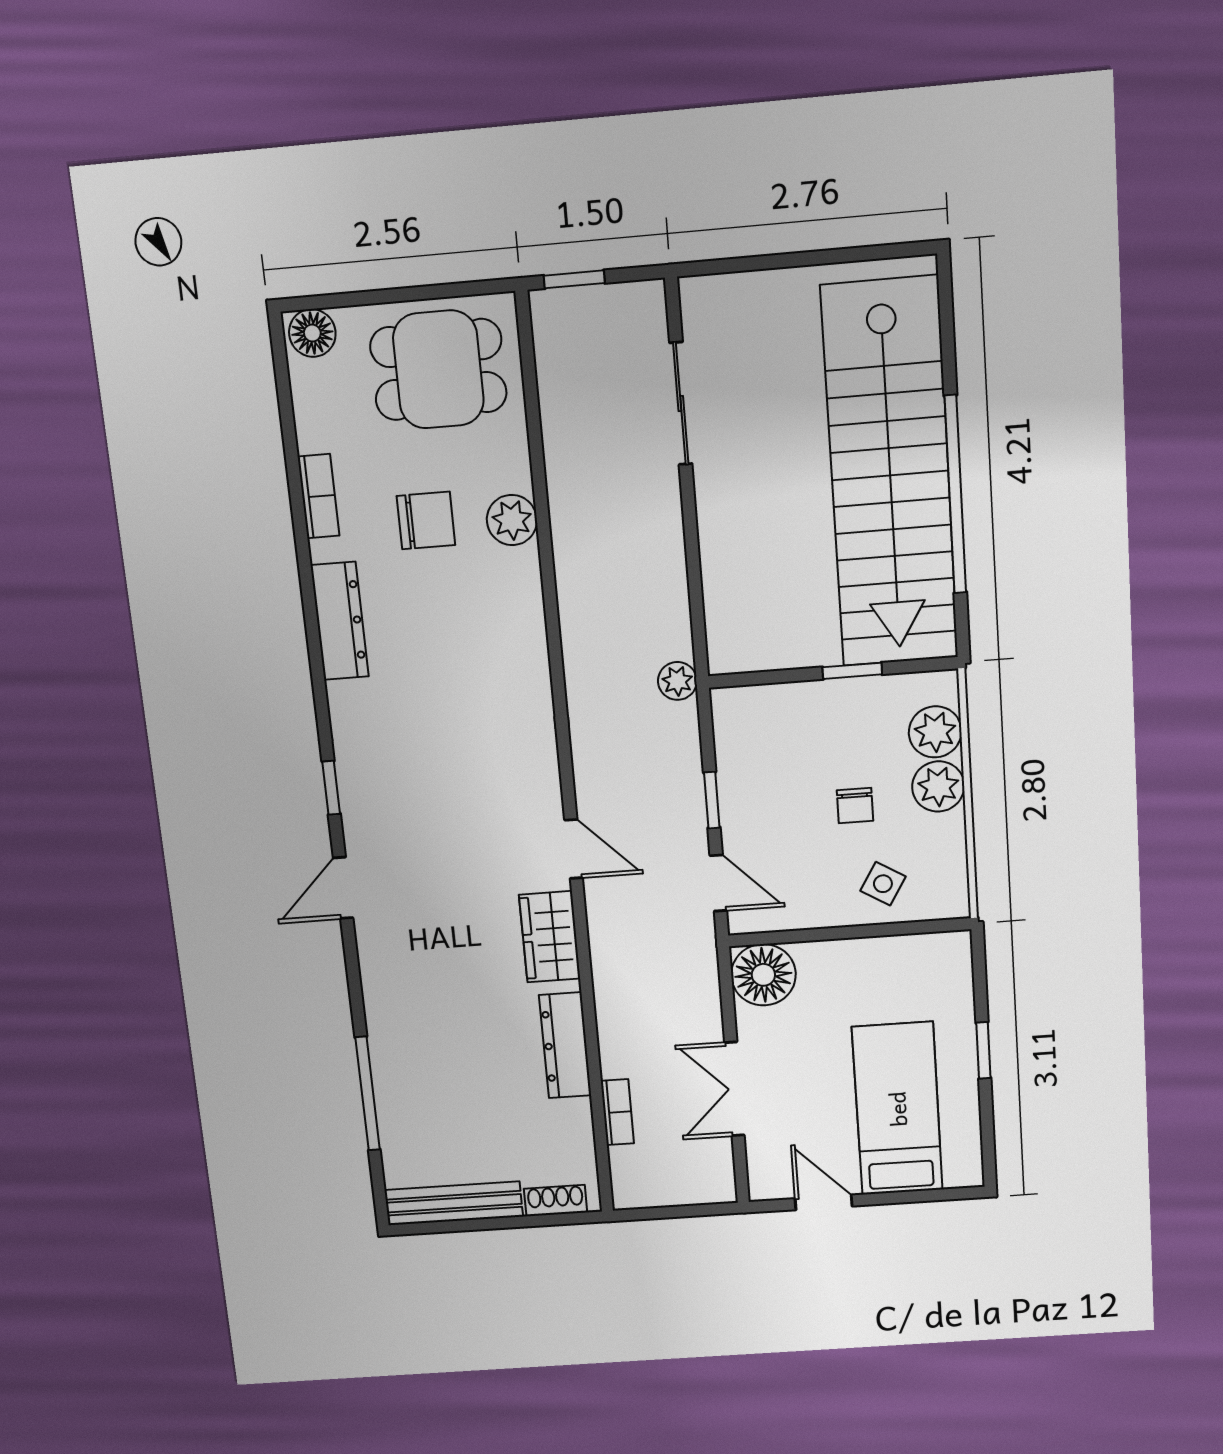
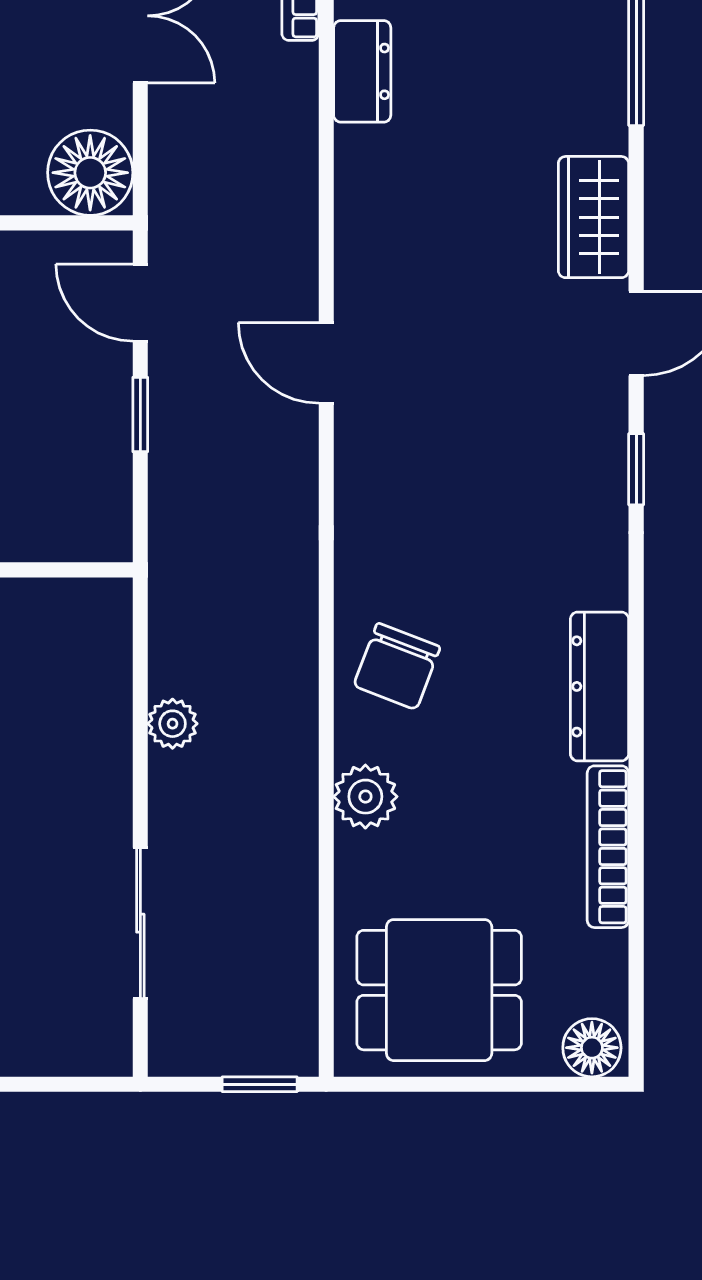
bookcase: (319, 496) -> (608, 847), width x1.56
chair: (426, 520) -> (397, 666), moved, turned -69
plant: (677, 681) -> (173, 724), moved
wardrobe: (550, 937) -> (593, 217), moved, turned 180
dresser: (565, 1045) -> (362, 71), width x0.70

